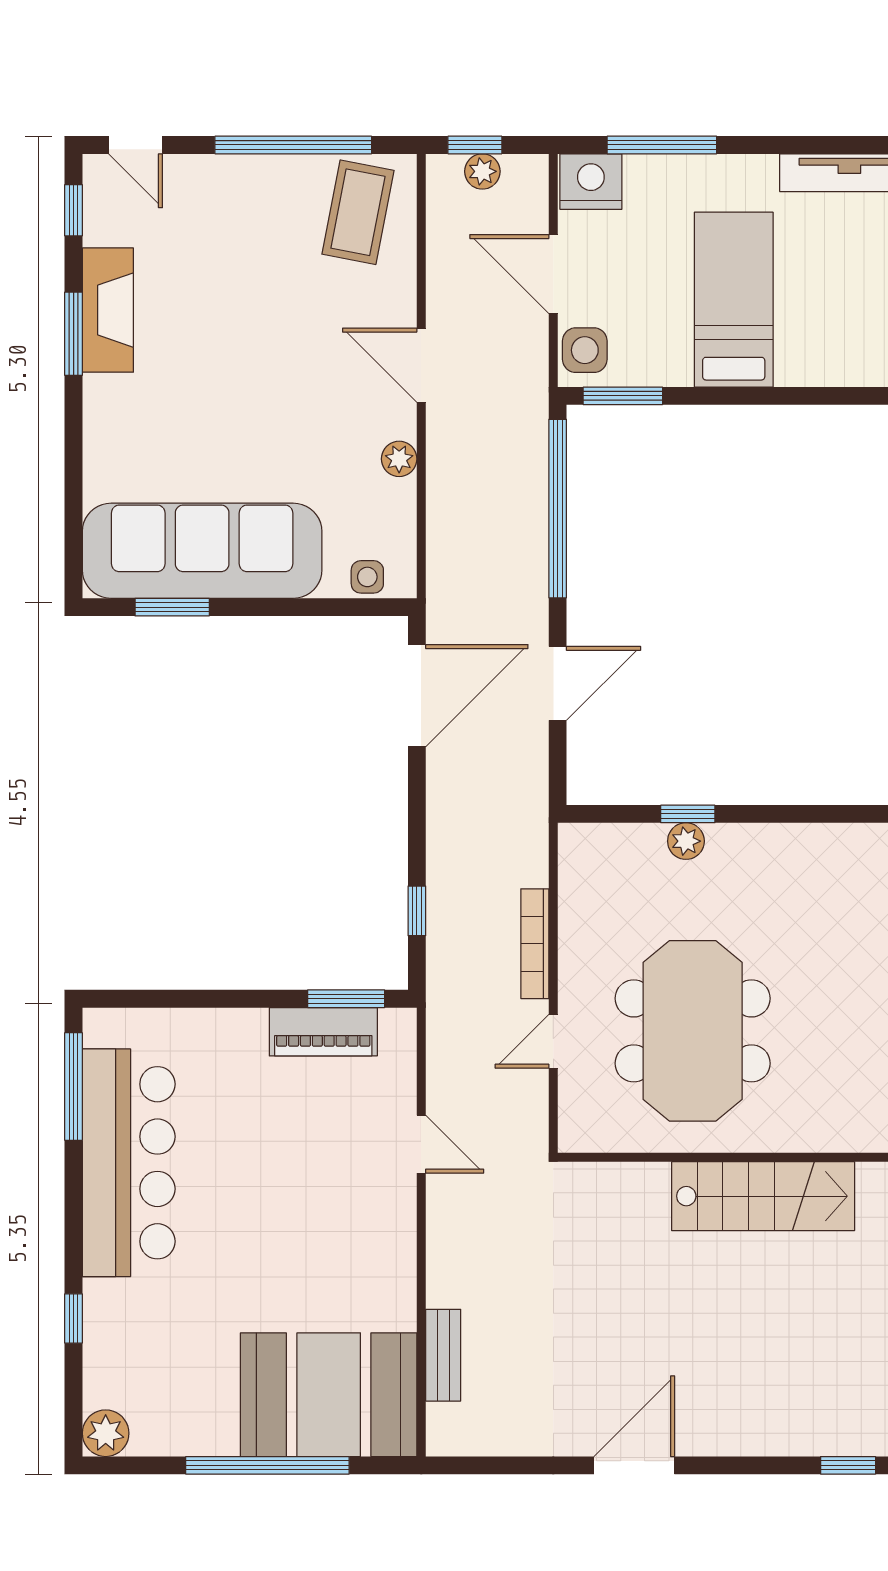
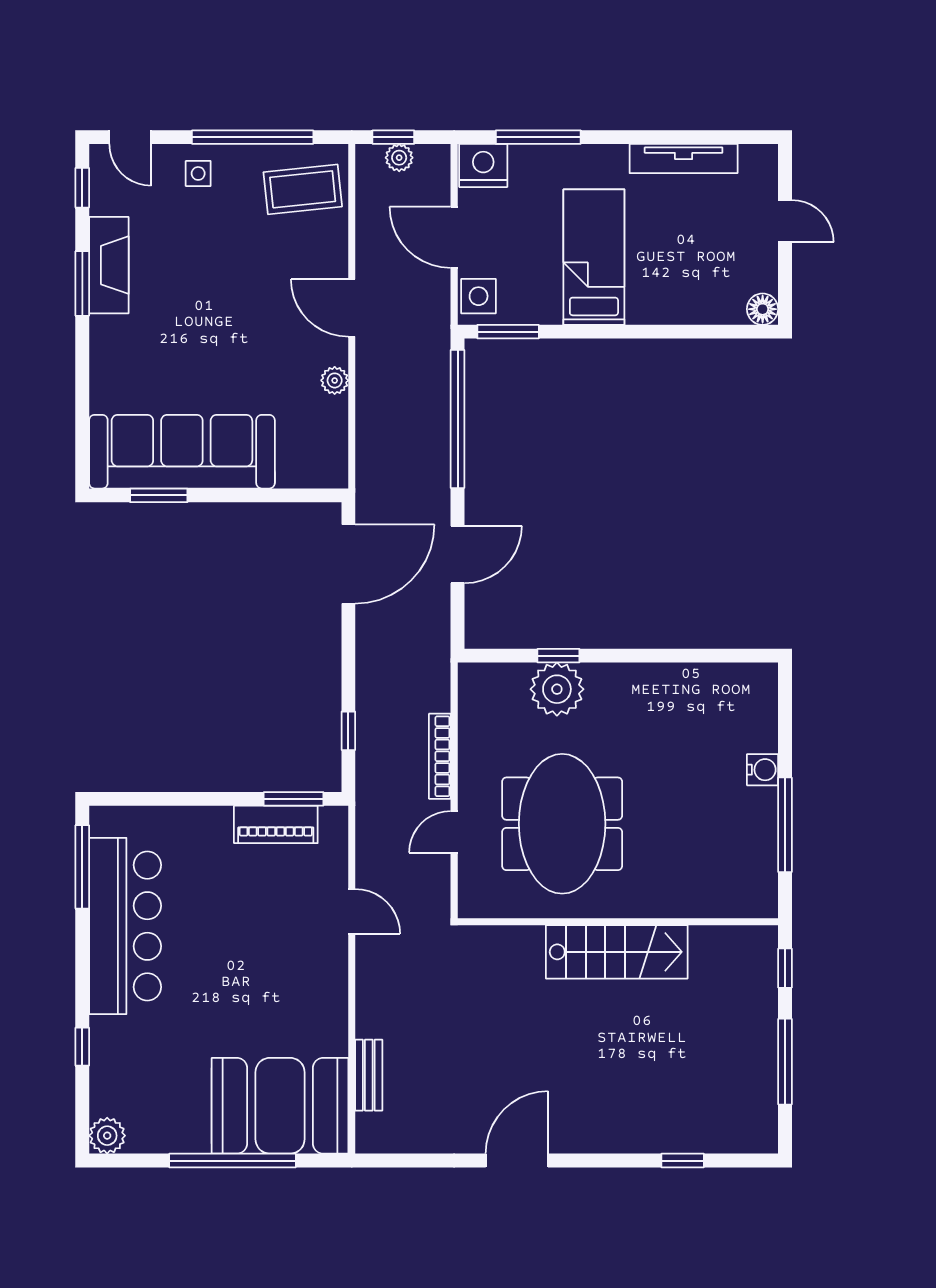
coffee table: (358, 212) -> (303, 189), turned 73
side table: (367, 577) -> (198, 173), moved
plant: (686, 841) -> (557, 689), width x1.88, depth x1.88

